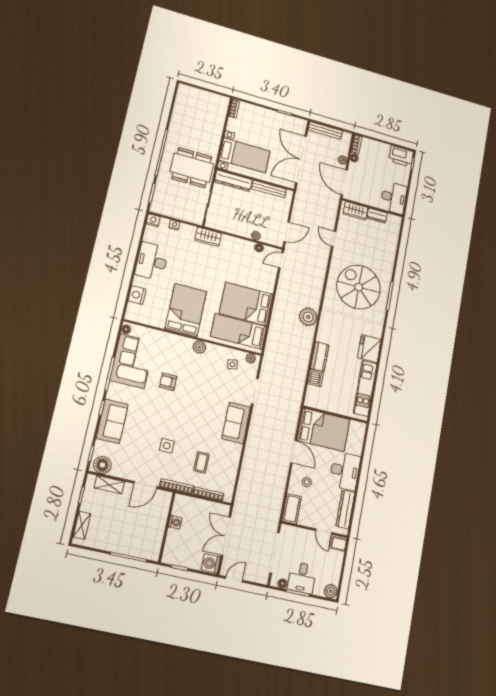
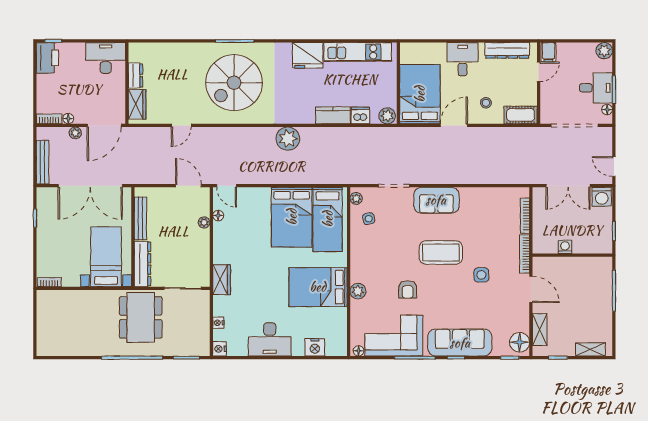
plant: (199, 347) -> (358, 291), moved
plant: (311, 399) -> (387, 116), added
sofa: (112, 421) -> (460, 343), width x1.36
coffee table: (201, 462) -> (441, 252), moved, width x1.86, depth x1.72
desk: (345, 471) -> (463, 59), width x0.73

